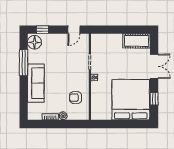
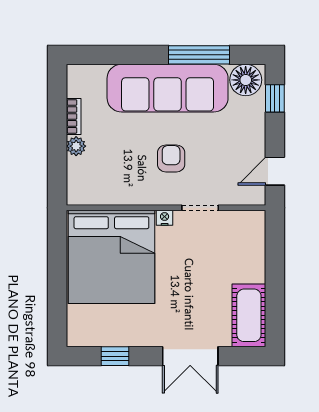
door: (74, 30) -> (275, 171), hinge flipped
sofa: (36, 83) -> (168, 88), width x1.36, depth x1.27
armchair: (75, 98) -> (171, 158), moved
bed: (131, 100) -> (111, 257), moved, turned 90

